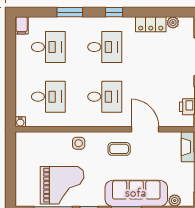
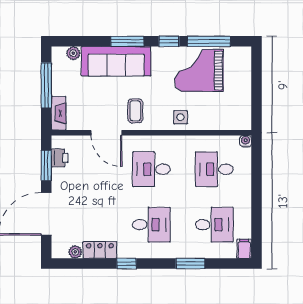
window: (114, 12) -> (127, 264), moved
desk: (48, 47) -> (214, 225), turned 180
desk: (105, 47) -> (151, 225), turned 180
coffee table: (119, 149) -> (135, 111), turned 90

